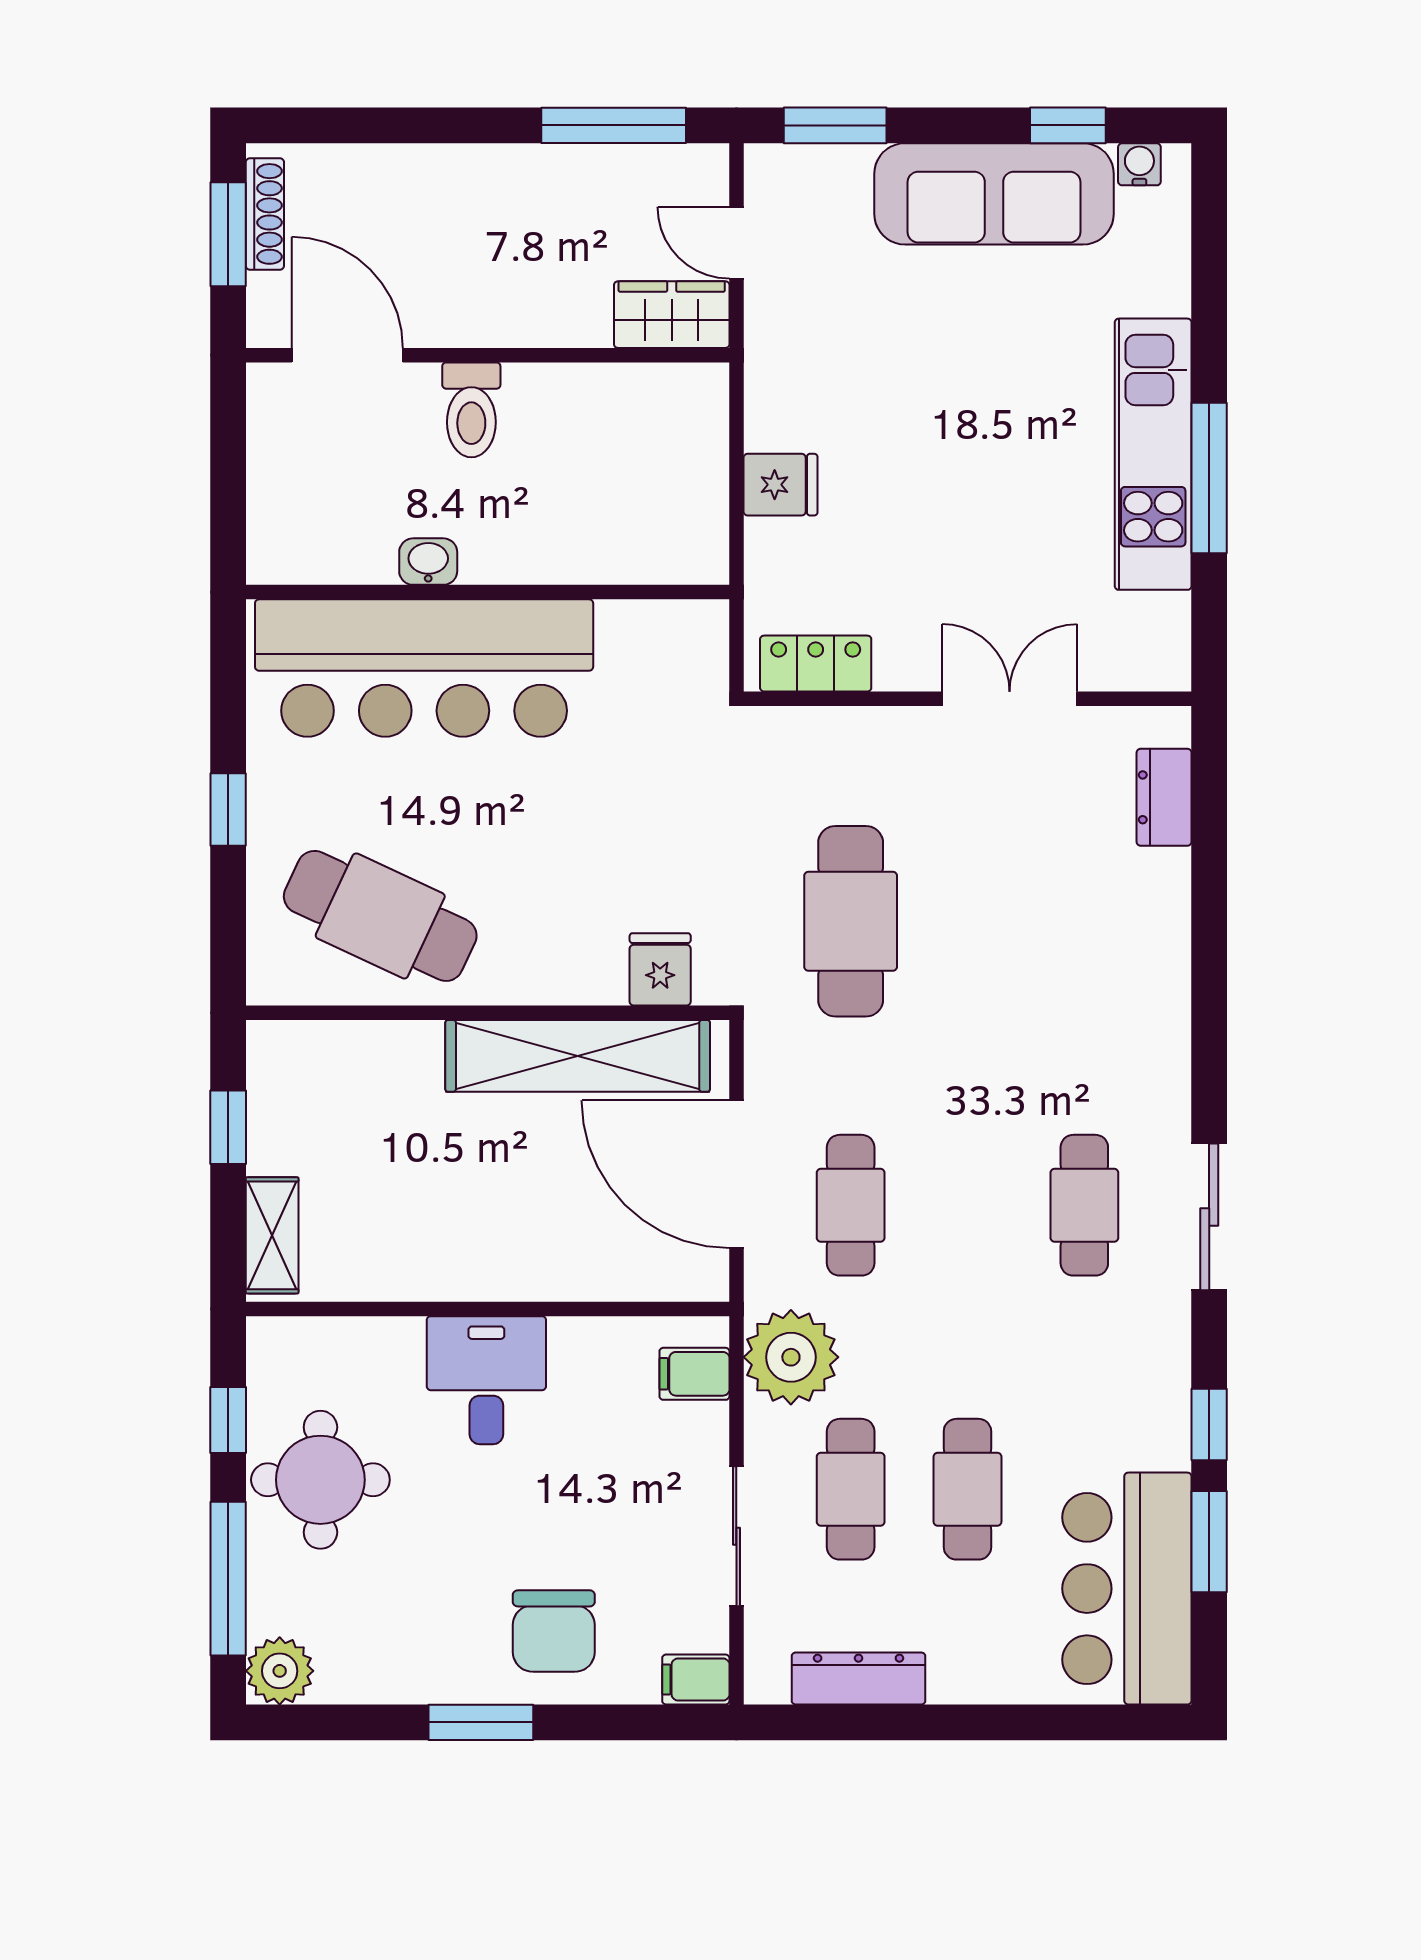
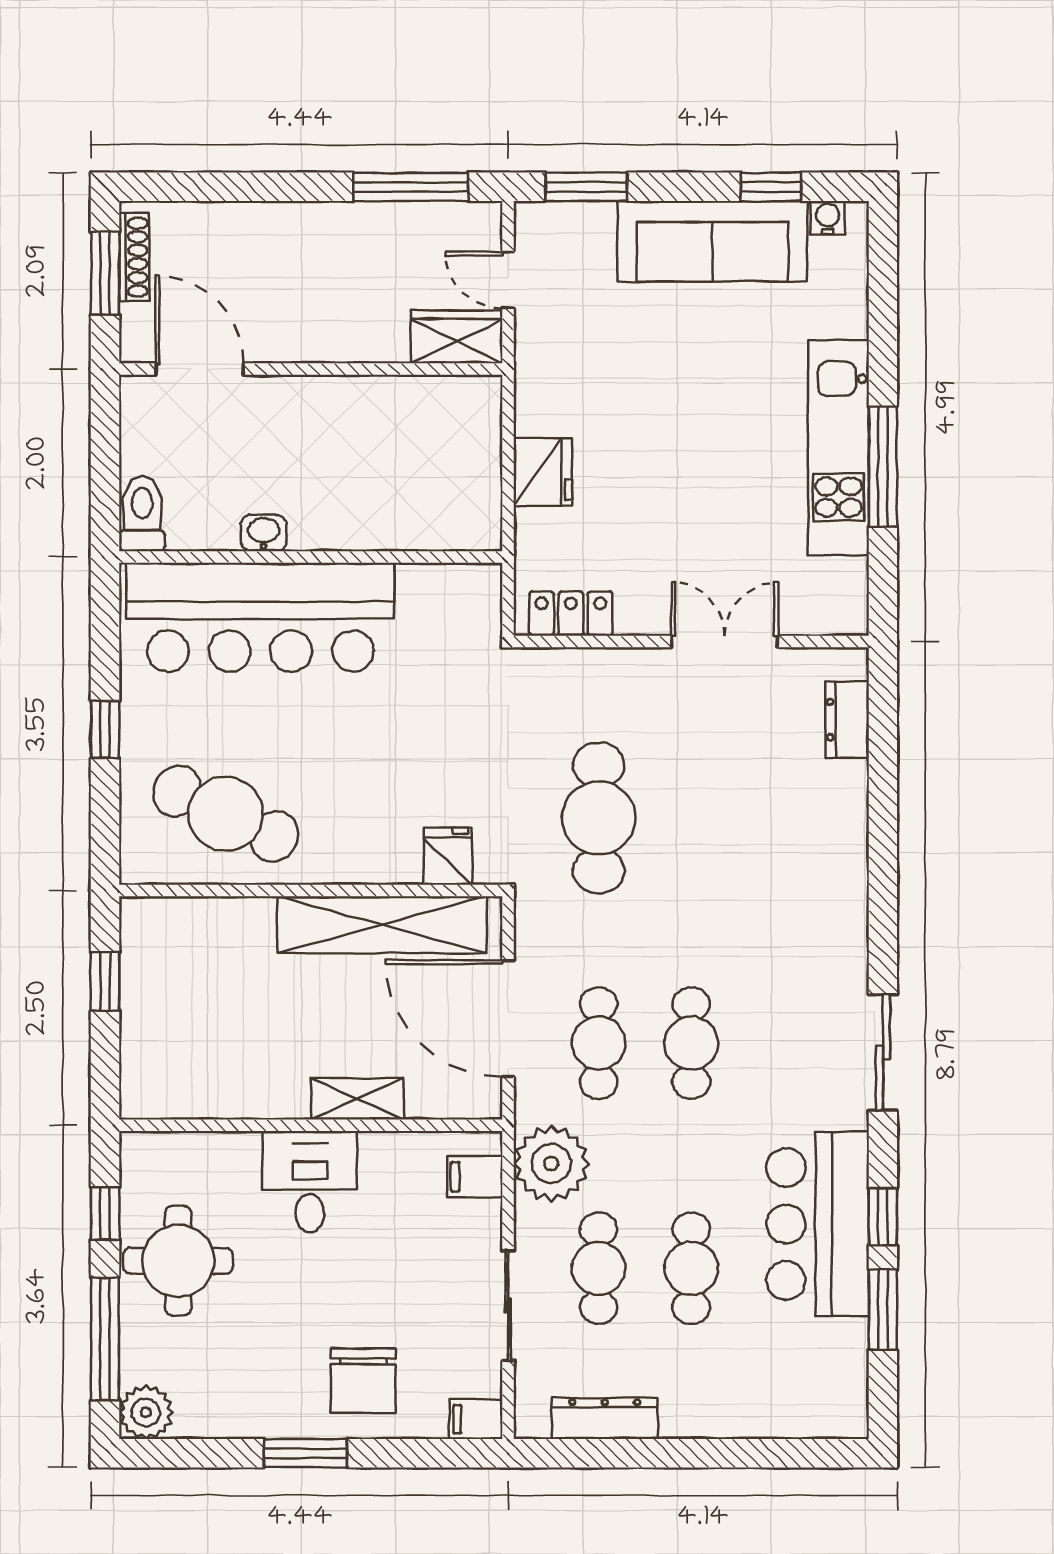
toilet: (471, 410) -> (142, 514), moved, turned 180
fridge: (780, 485) -> (543, 472), width x1.38
cafe table: (1084, 1205) -> (691, 1043), moved
shelving: (272, 1235) -> (357, 1099), moved, turned 90
bar counter: (1127, 1589) -> (818, 1224), moved

